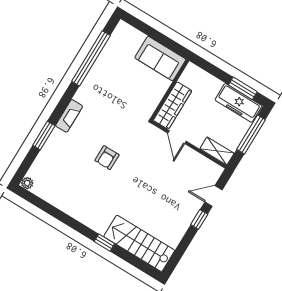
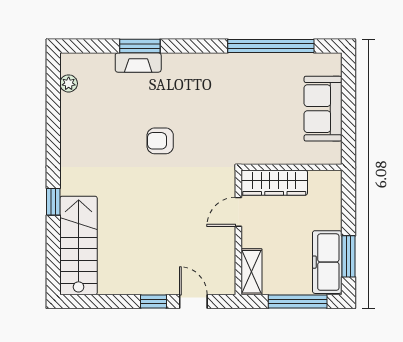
sofa: (160, 59) -> (323, 109), moved
fireplace: (69, 116) -> (138, 62), moved
plant: (27, 183) -> (69, 83), moved

